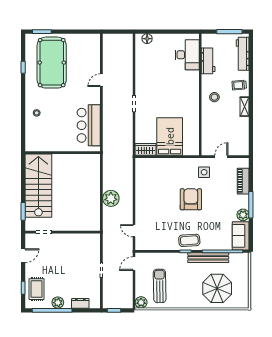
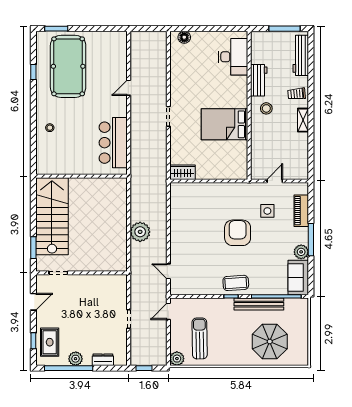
workbench: (208, 61) -> (259, 80), moved
bed: (170, 136) -> (224, 124), moved, turned -90
side table: (204, 172) -> (267, 211), moved

